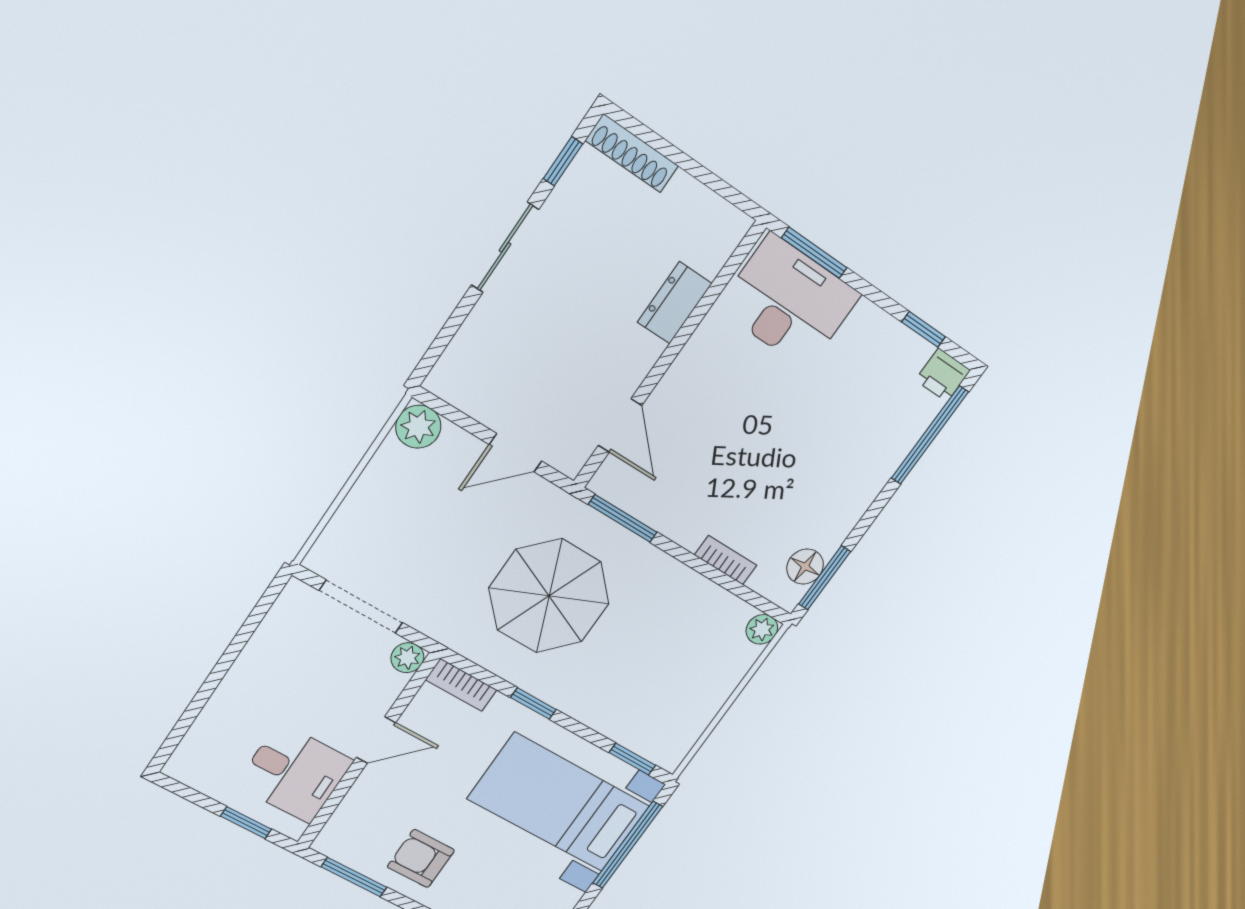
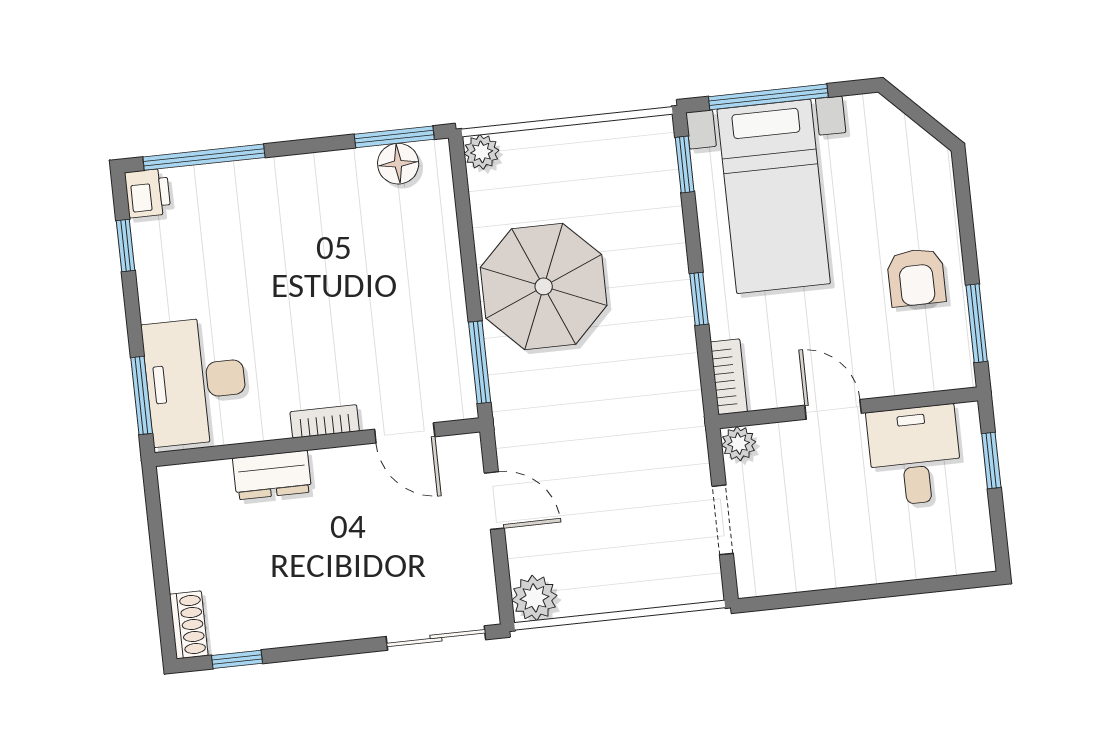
shoe rack: (632, 153) -> (189, 625), width x0.70
sliding door: (505, 247) -> (436, 638), moved
door: (620, 425) -> (405, 433), swing flipped
bookcase: (726, 560) -> (325, 421), moved, turned 90
parasol: (549, 596) -> (544, 286), moved
doorway: (361, 607) -> (723, 520), width x0.73

